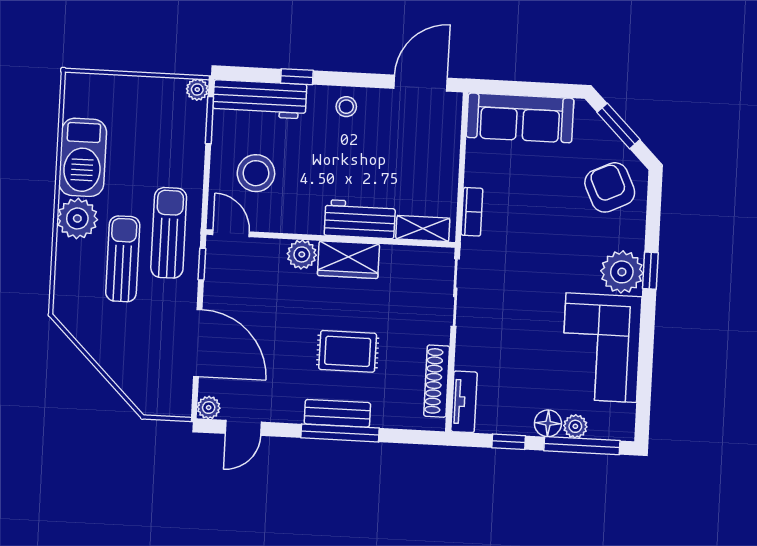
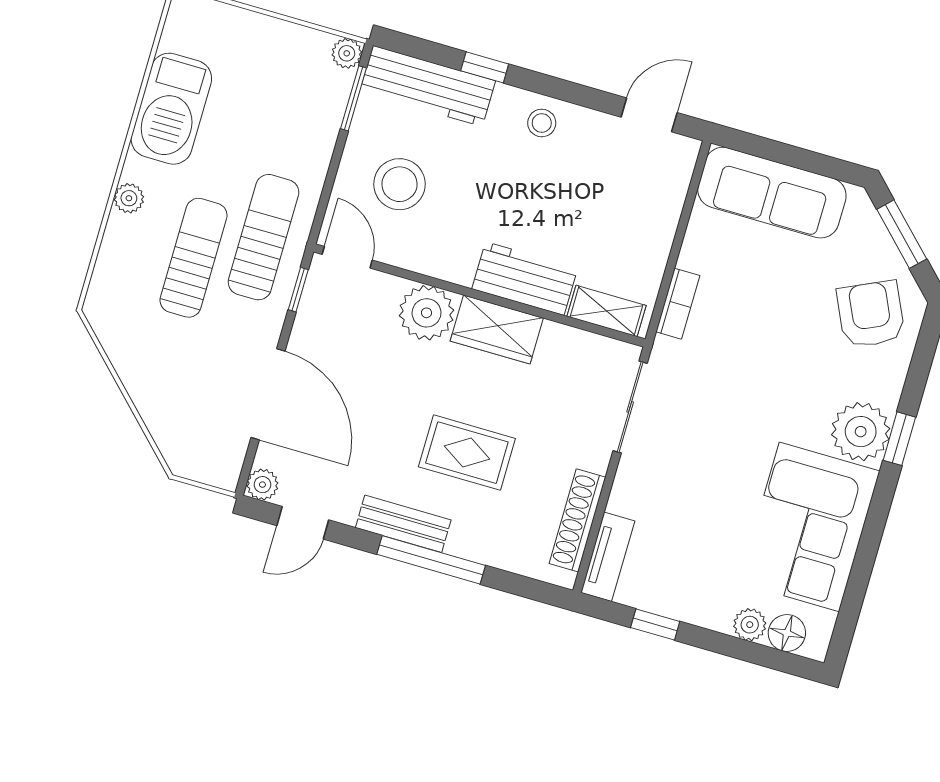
door: (421, 83) -> (649, 115), width x0.73
plant: (77, 218) -> (129, 198), width x0.53, depth x0.53
plant: (302, 254) -> (427, 313), width x1.36, depth x1.36
bench: (337, 413) -> (403, 524), moved
floor lamp: (548, 423) -> (787, 633), moved
window: (582, 446) -> (752, 653), removed

